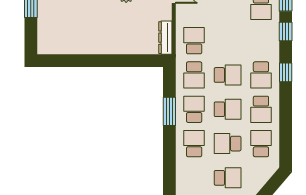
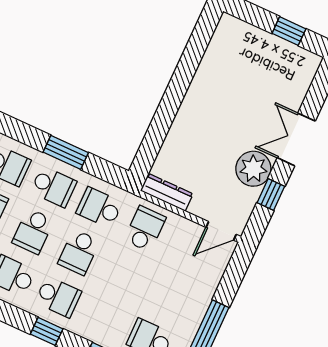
school desk: (194, 41) -> (145, 229), turned -90
school desk: (261, 75) -> (58, 297), turned 180

